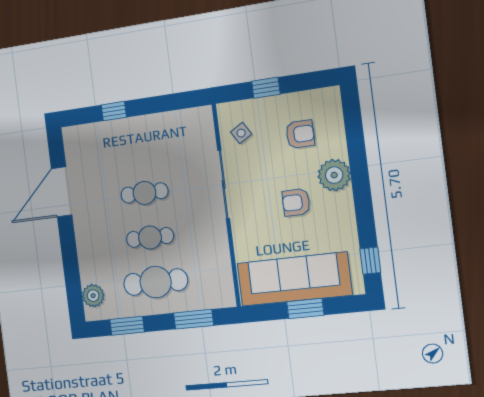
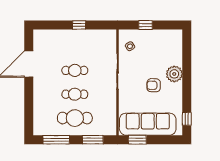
window: (114, 111) -> (79, 25), moved
armchair: (300, 134) -> (160, 51), removed
plant: (93, 296) -> (39, 122), removed
window: (305, 308) -> (137, 140), moved
window: (127, 326) -> (56, 140), width x1.44

